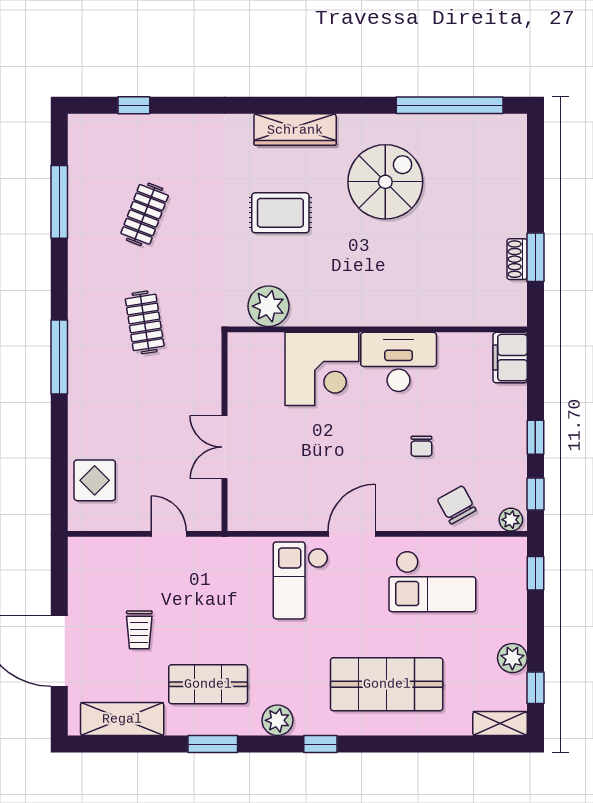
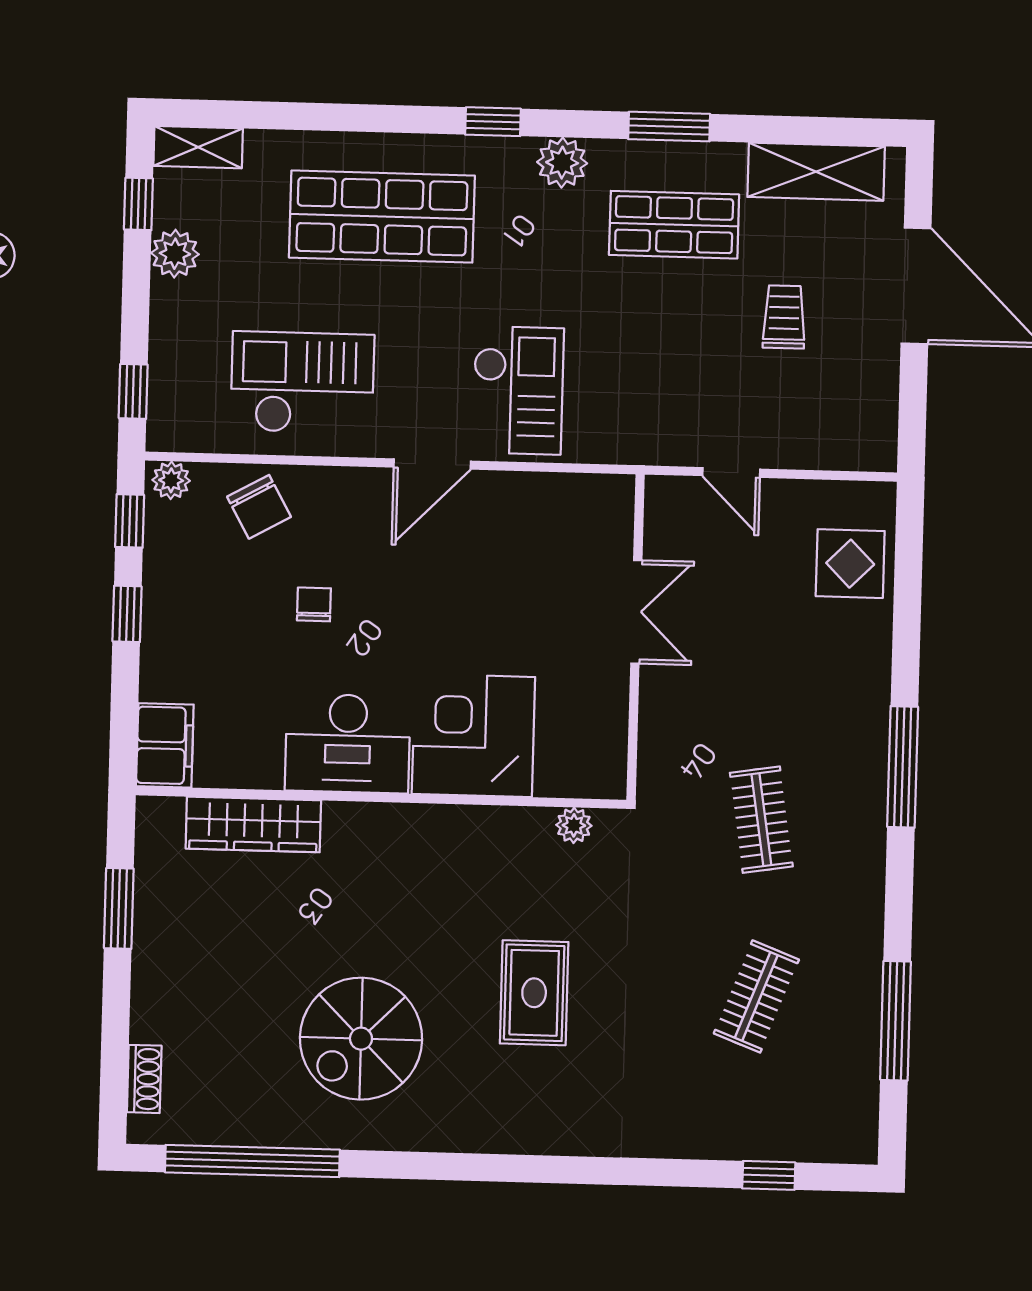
wardrobe: (295, 130) -> (253, 825), moved, turned 180
rug: (280, 213) -> (534, 993), turned 90
shoe rack: (517, 259) -> (144, 1079), moved
plant: (268, 306) -> (574, 825), width x0.53, depth x0.53

